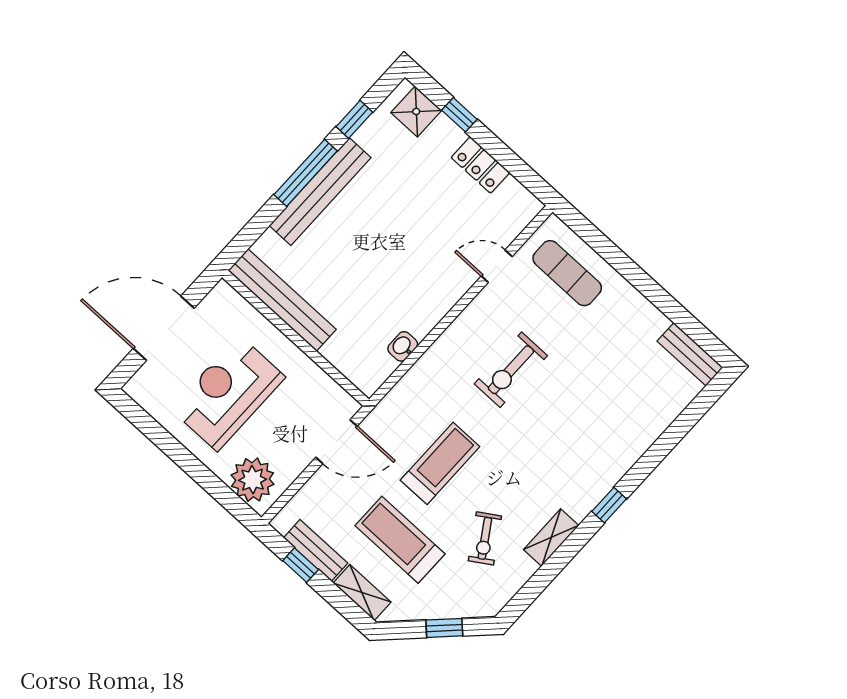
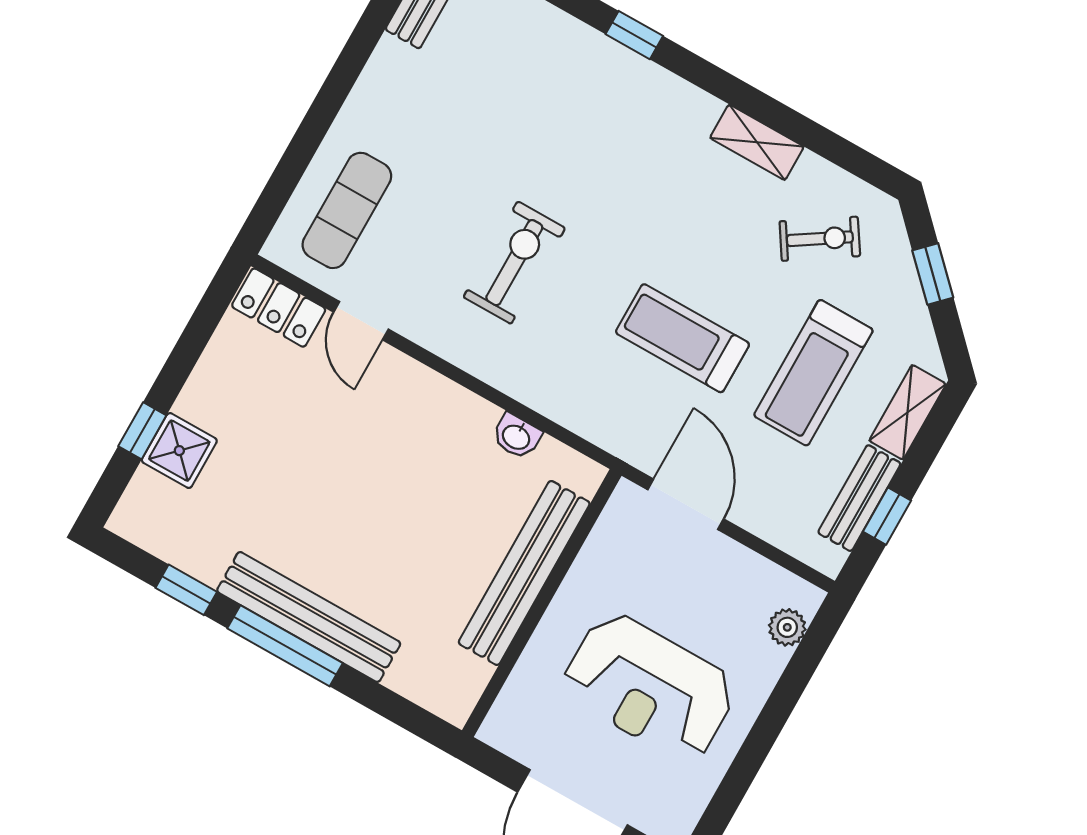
shower: (416, 111) -> (179, 451), moved
locker: (480, 165) -> (279, 308), moved, turned 90
bench: (282, 300) -> (524, 573), moved
exercise bike: (511, 370) -> (514, 263), turned -90
plant: (253, 480) -> (787, 627), width x0.53, depth x0.53
window: (609, 505) -> (634, 35), moved
exercise bike: (485, 538) -> (820, 239), moved

